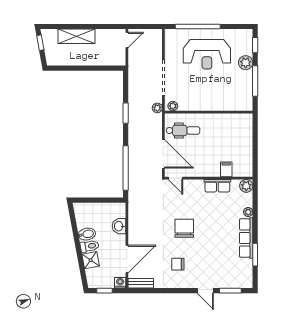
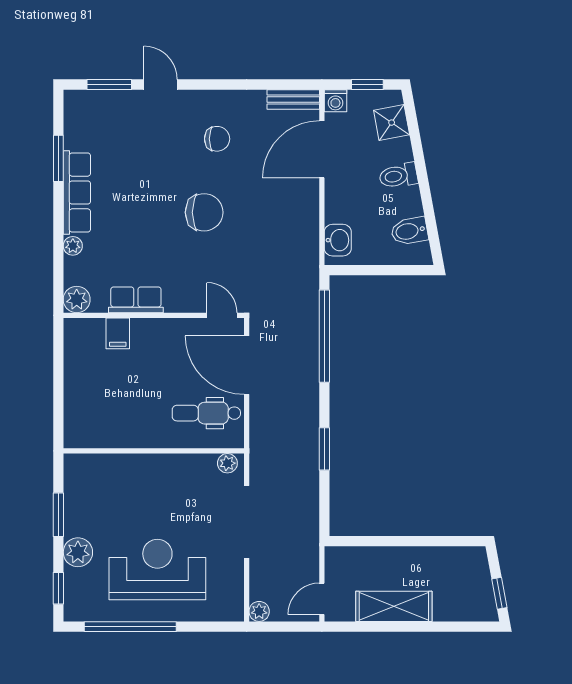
window: (198, 26) -> (130, 627), moved
shelving: (77, 36) -> (394, 606), moved
window: (255, 81) -> (58, 515), width x0.69
plant: (157, 108) -> (259, 611), moved
washbasin: (119, 226) -> (338, 240), moved
chair: (184, 228) -> (204, 212), turned -90
bidet: (87, 234) -> (409, 231), moved
shower: (91, 260) -> (392, 123), moved

